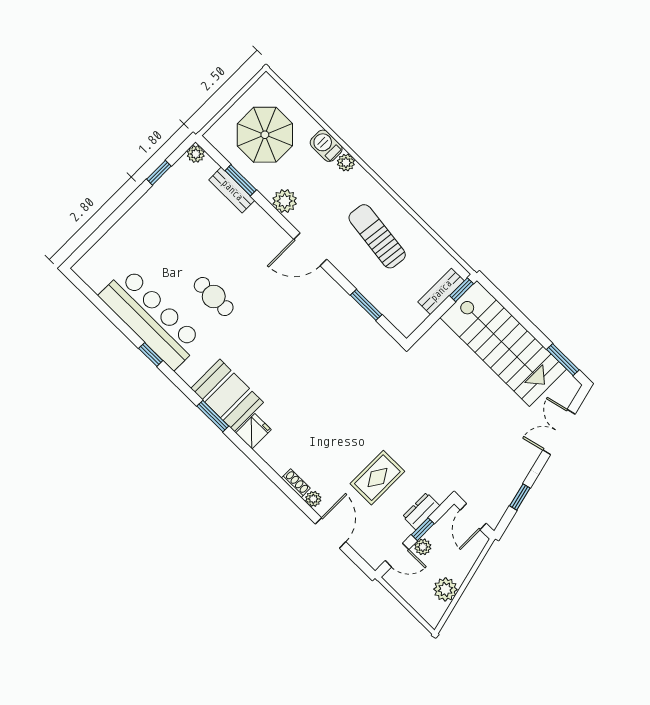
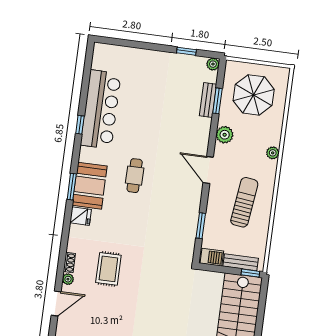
barbecue: (326, 146) -> (212, 257), moved, turned 90
cafe table: (214, 296) -> (135, 176), moved
rug: (377, 478) -> (108, 269), moved, turned 90

